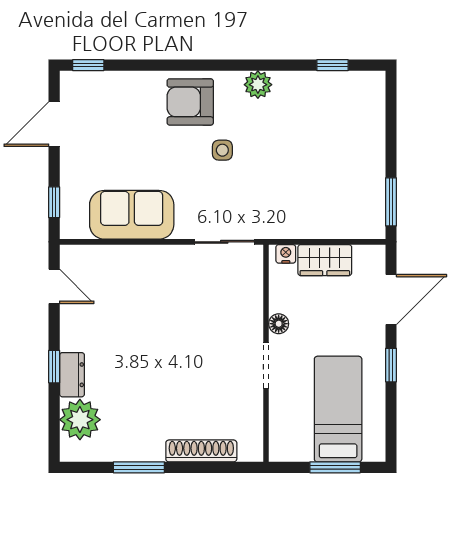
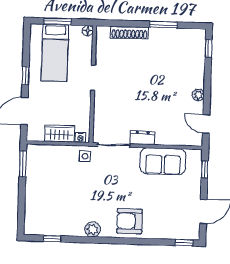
armchair: (190, 102) -> (129, 221), turned 180
side table: (222, 150) -> (85, 156), moved
floor lamp: (279, 324) -> (88, 31), moved
window: (54, 367) -> (208, 48), moved
dresser: (72, 375) -> (142, 138), moved, turned 90
plant: (80, 420) -> (198, 95), moved, width x0.53, depth x0.53

